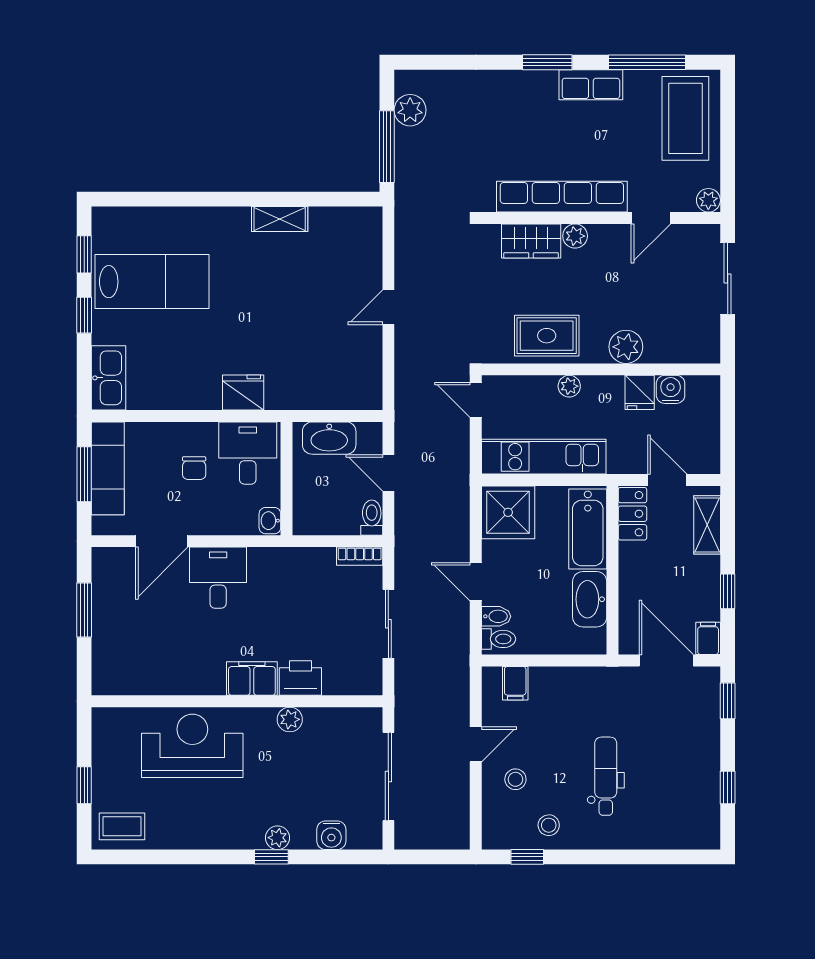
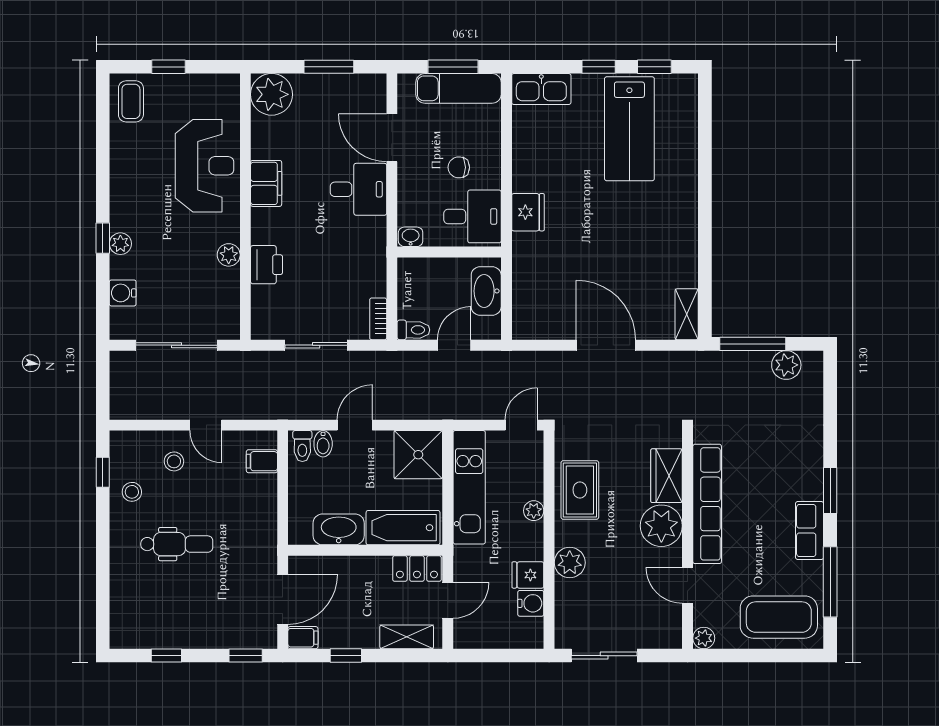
shelving: (280, 219) -> (687, 314), moved
plant: (575, 236) -> (661, 526), width x1.88, depth x1.88
sliding door: (728, 278) -> (604, 656), moved
door: (388, 307) -> (606, 345), width x1.87
plant: (114, 673) -> (272, 94), added
filing cabinet: (252, 679) -> (266, 183), moved

